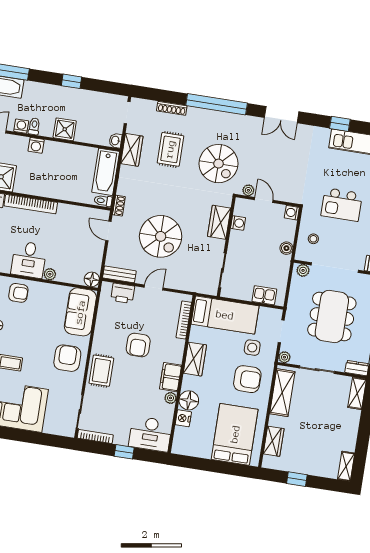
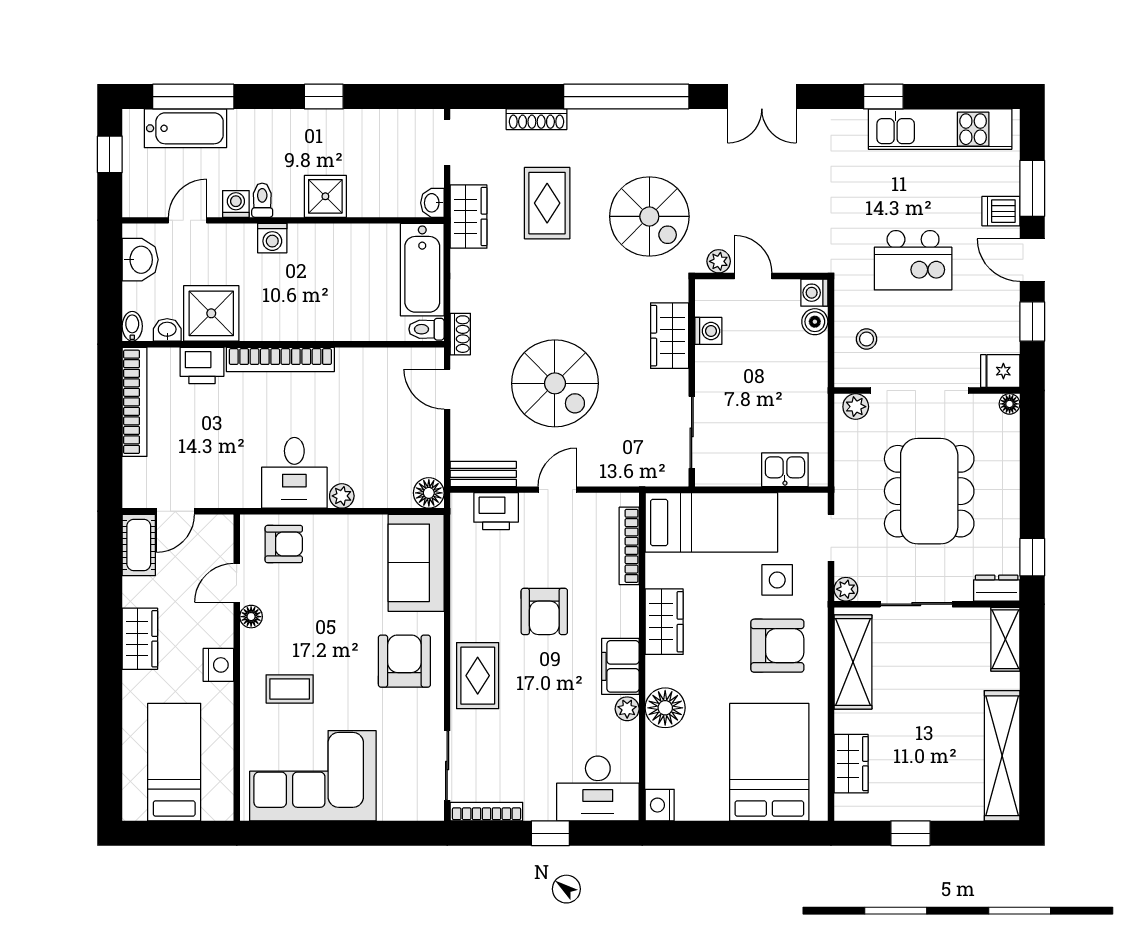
boiler: (286, 248) -> (815, 322), moved
nightstand: (183, 418) -> (660, 805), moved
shelving: (346, 466) -> (1002, 756), width x2.20, depth x1.33

